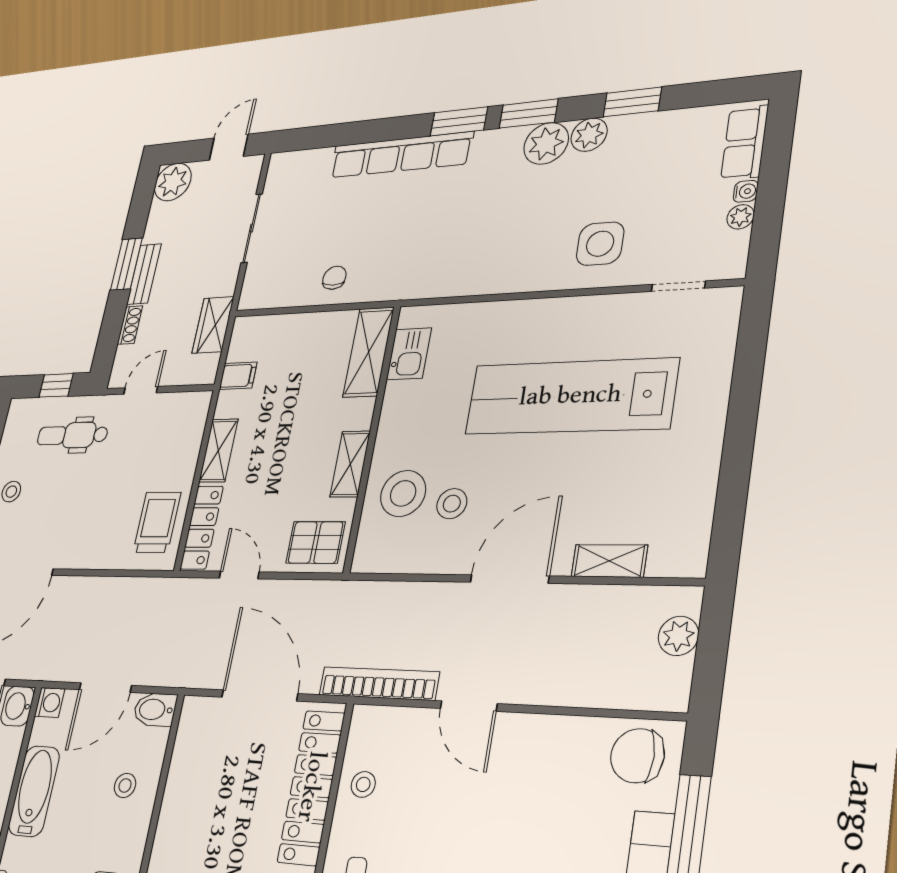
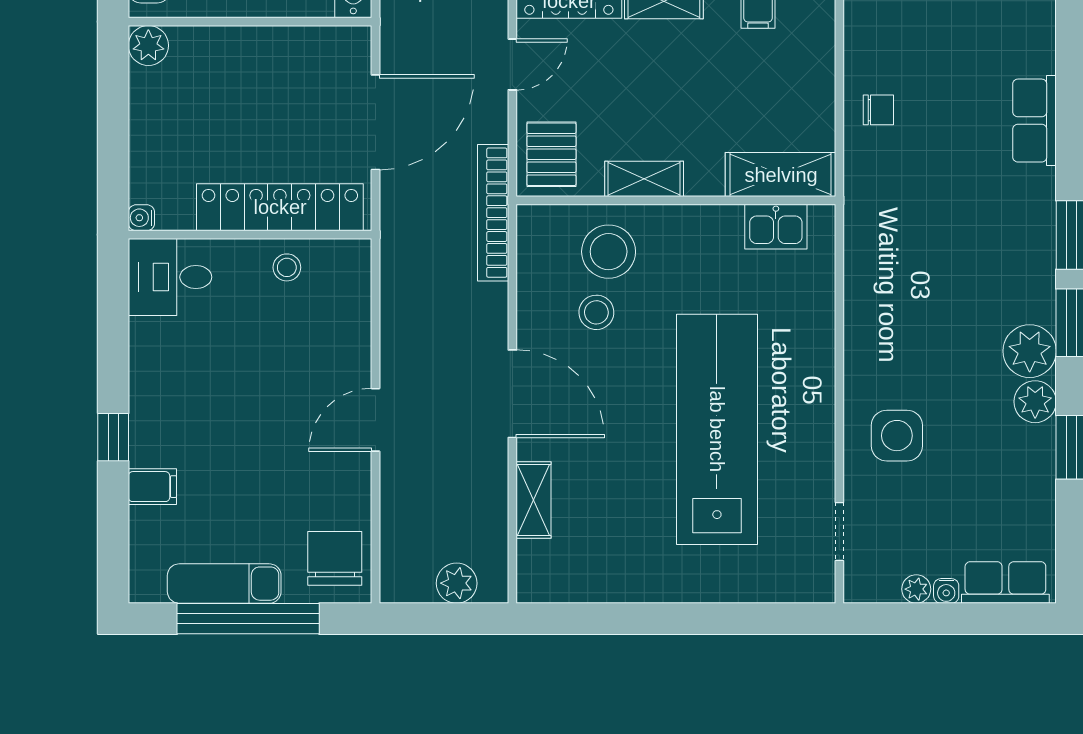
row of seats: (401, 155) -> (1035, 121), width x0.50
bookcase: (379, 683) -> (493, 213), moved, turned 180
door: (469, 706) -> (376, 420), moved

